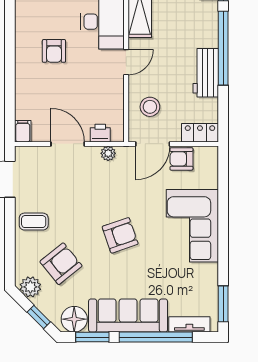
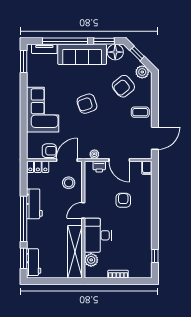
armchair: (54, 51) -> (123, 200), moved

